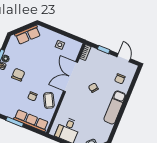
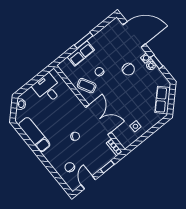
door: (124, 58) -> (88, 182), swing flipped
exam couch: (115, 107) -> (34, 135), moved
row of seats: (31, 121) -> (81, 53), width x0.68

